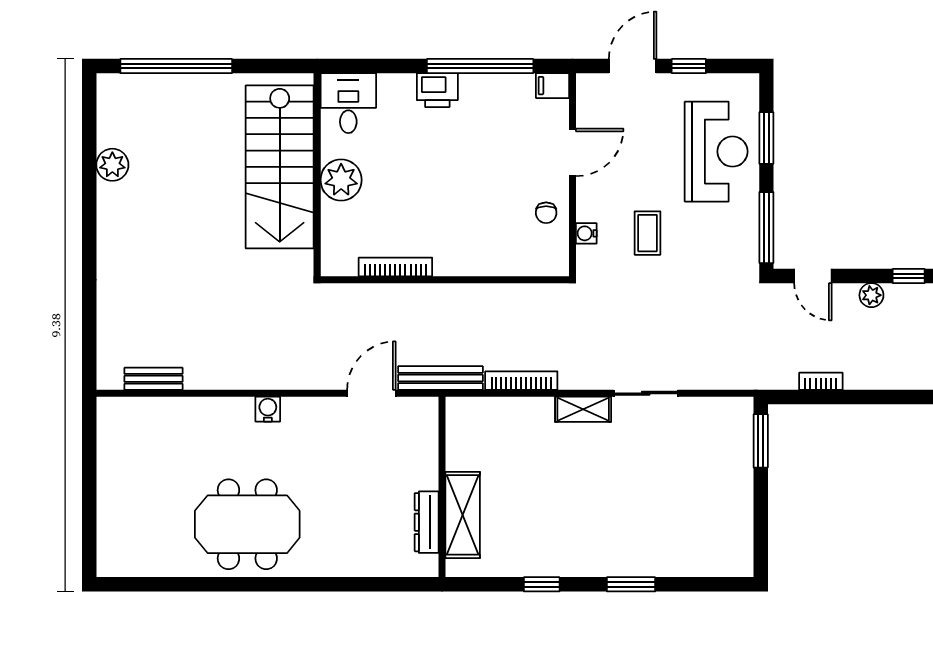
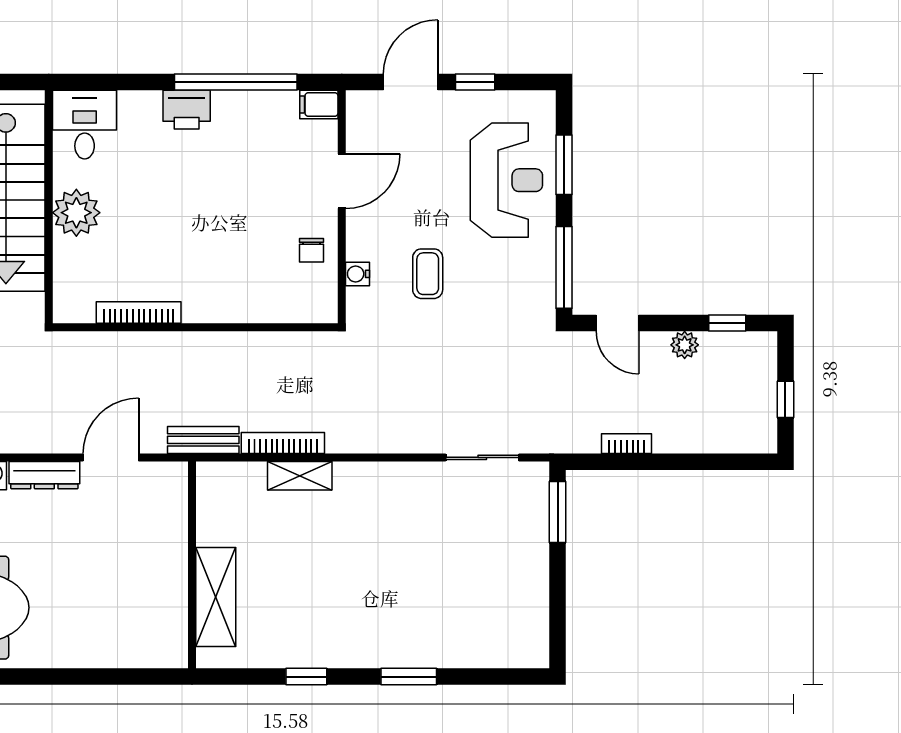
bench: (440, 378) -> (203, 440), width x0.73
sliding door: (646, 393) -> (482, 457), moved
shelving: (583, 409) -> (300, 476), moved
dresser: (427, 522) -> (44, 475), moved, turned -90

